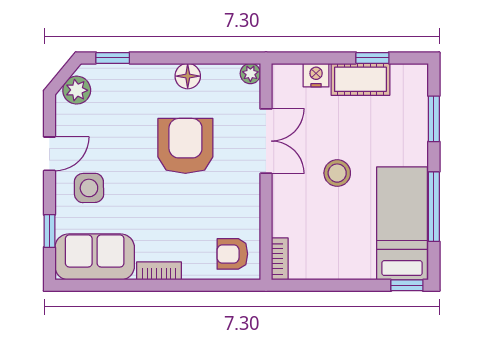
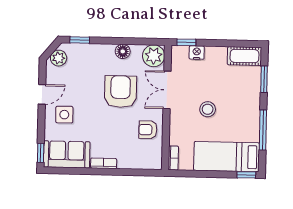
window: (372, 58) -> (186, 42), moved
plant: (250, 74) -> (154, 56), width x1.88, depth x1.88
cot: (360, 79) -> (244, 56), moved
double door: (266, 141) -> (167, 90), swing flipped
bed: (402, 223) -> (227, 157), moved, turned -90
window: (49, 231) -> (41, 153), moved
armchair: (232, 254) -> (148, 130), moved

